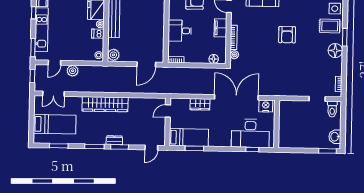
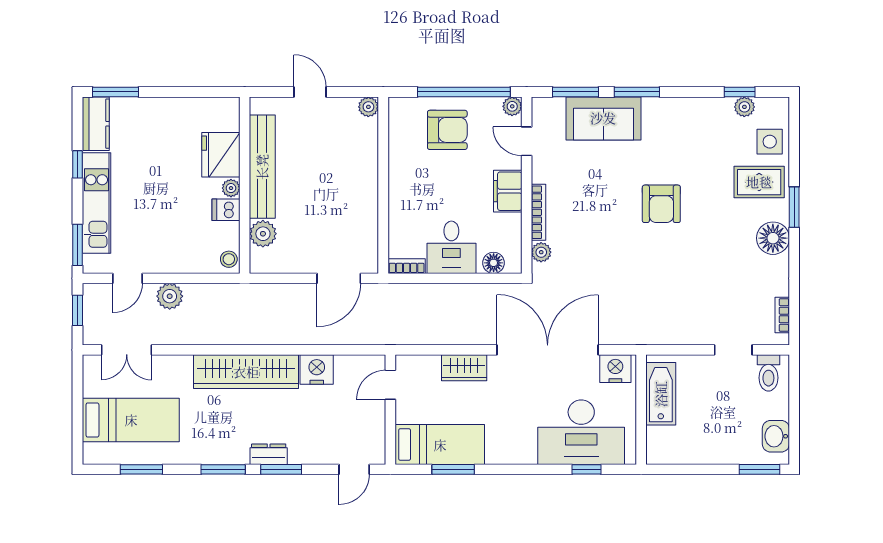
desk: (180, 31) -> (451, 247), moved, turned -90
plant: (113, 55) -> (263, 234), moved
nightstand: (136, 104) -> (317, 370), added
bathtub: (285, 117) -> (661, 394), added

